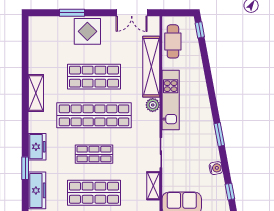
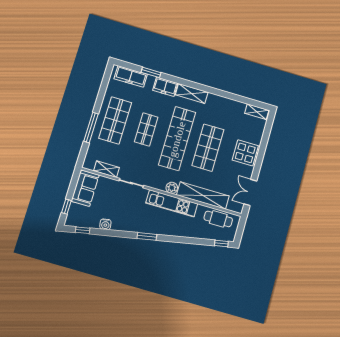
window: (72, 13) -> (263, 145), removed
shelving: (35, 31) -> (257, 112), added
shelving: (36, 93) -> (192, 94), moved
window: (219, 135) -> (147, 236), moved

